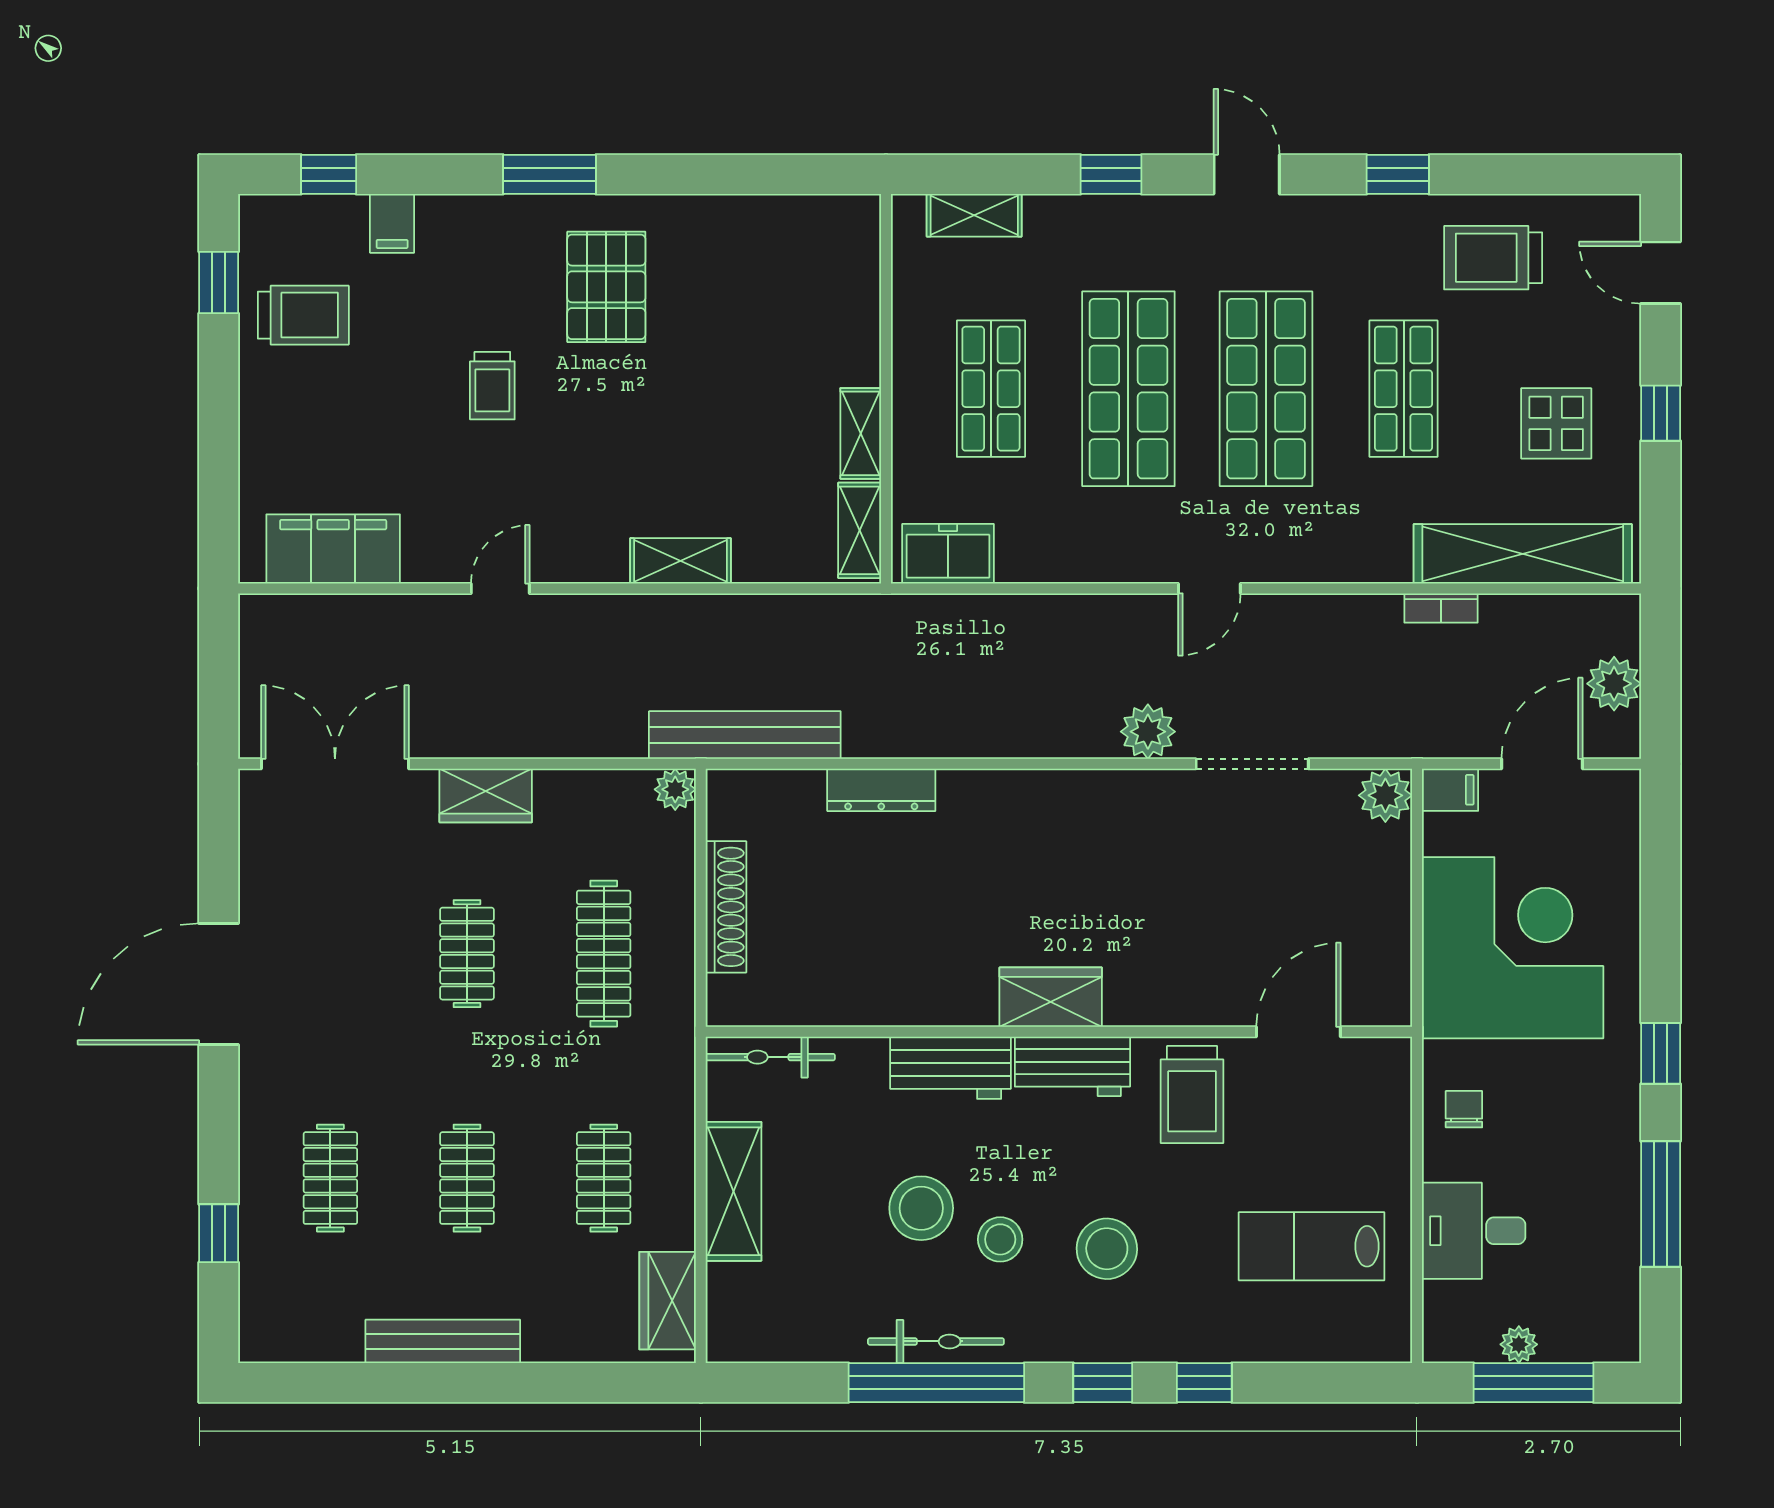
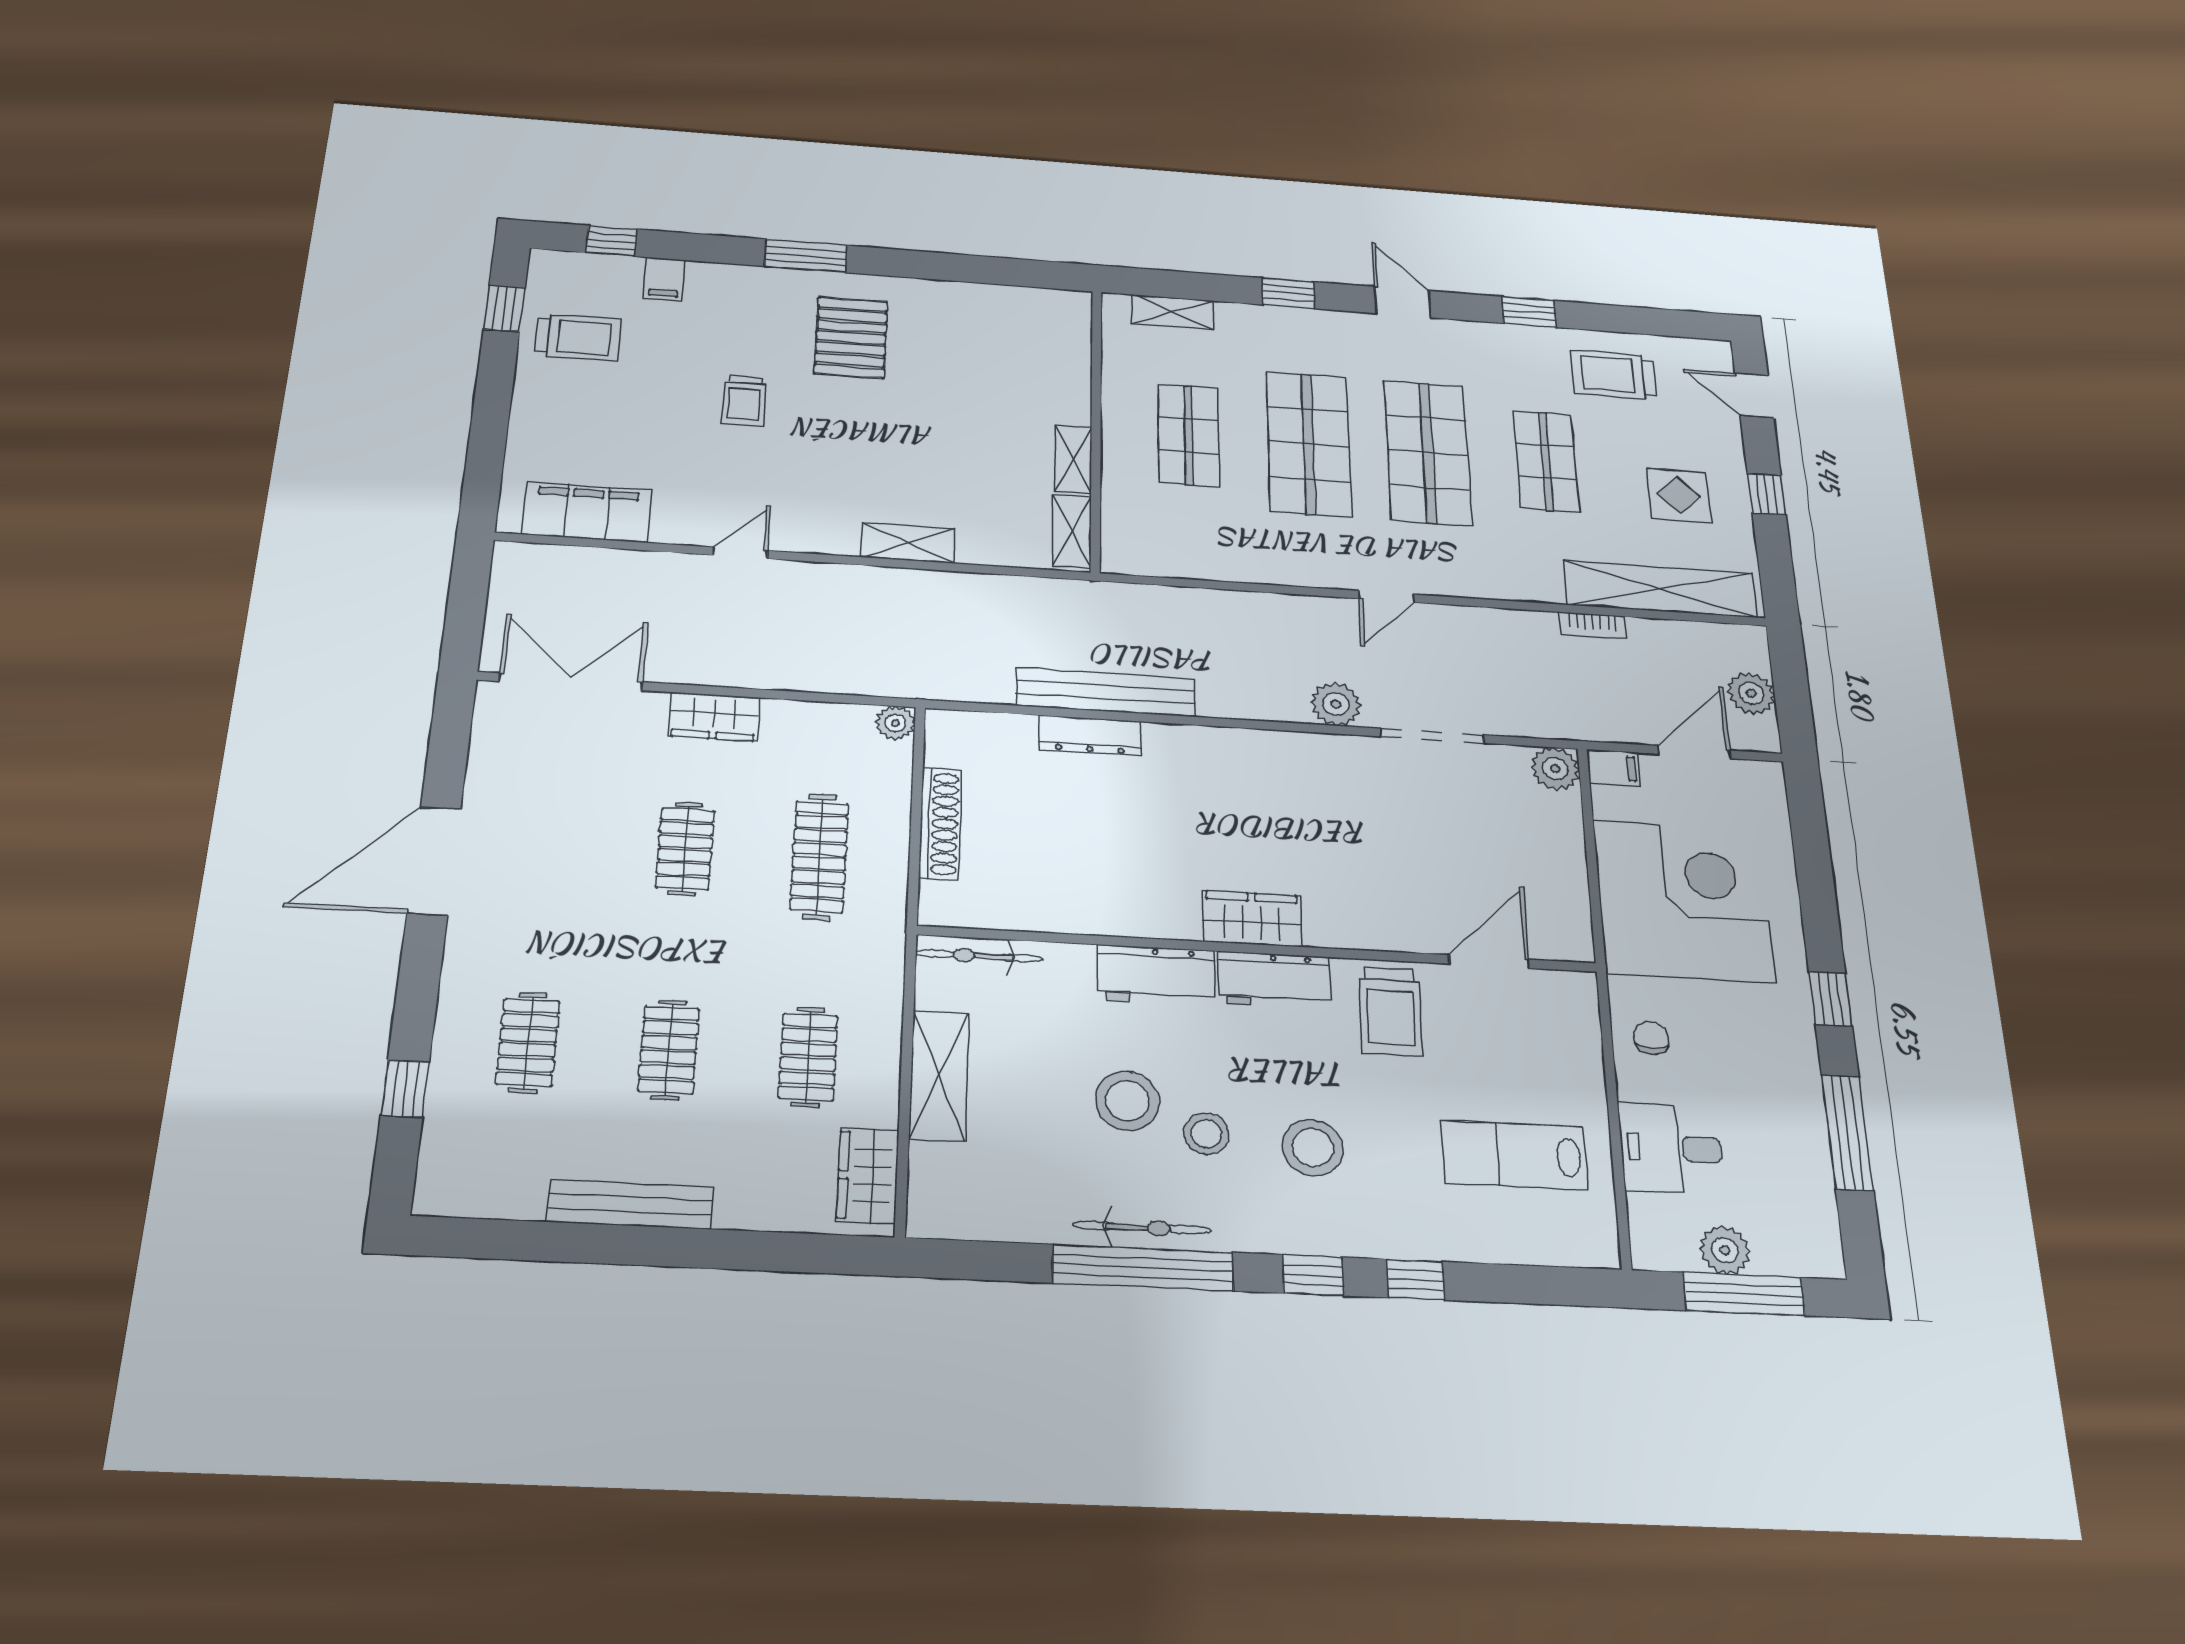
freezer: (948, 554) -> (1151, 554), removed
bench: (745, 735) -> (1106, 692), moved
plant: (1519, 1344) -> (1725, 1250), width x1.38, depth x1.38

